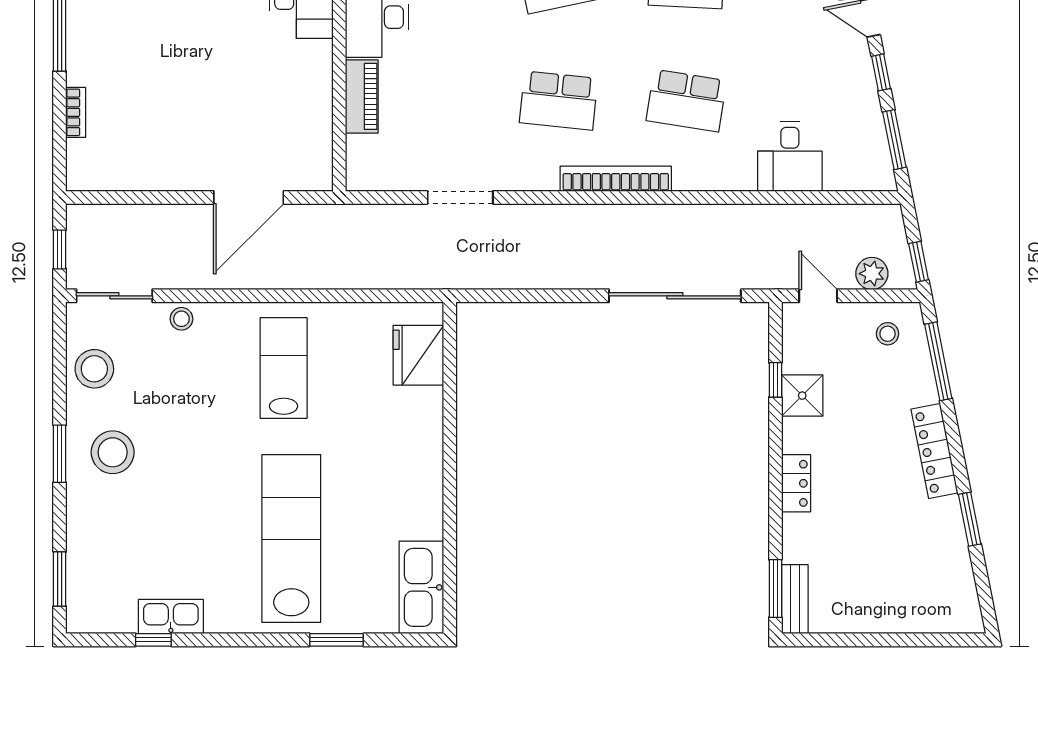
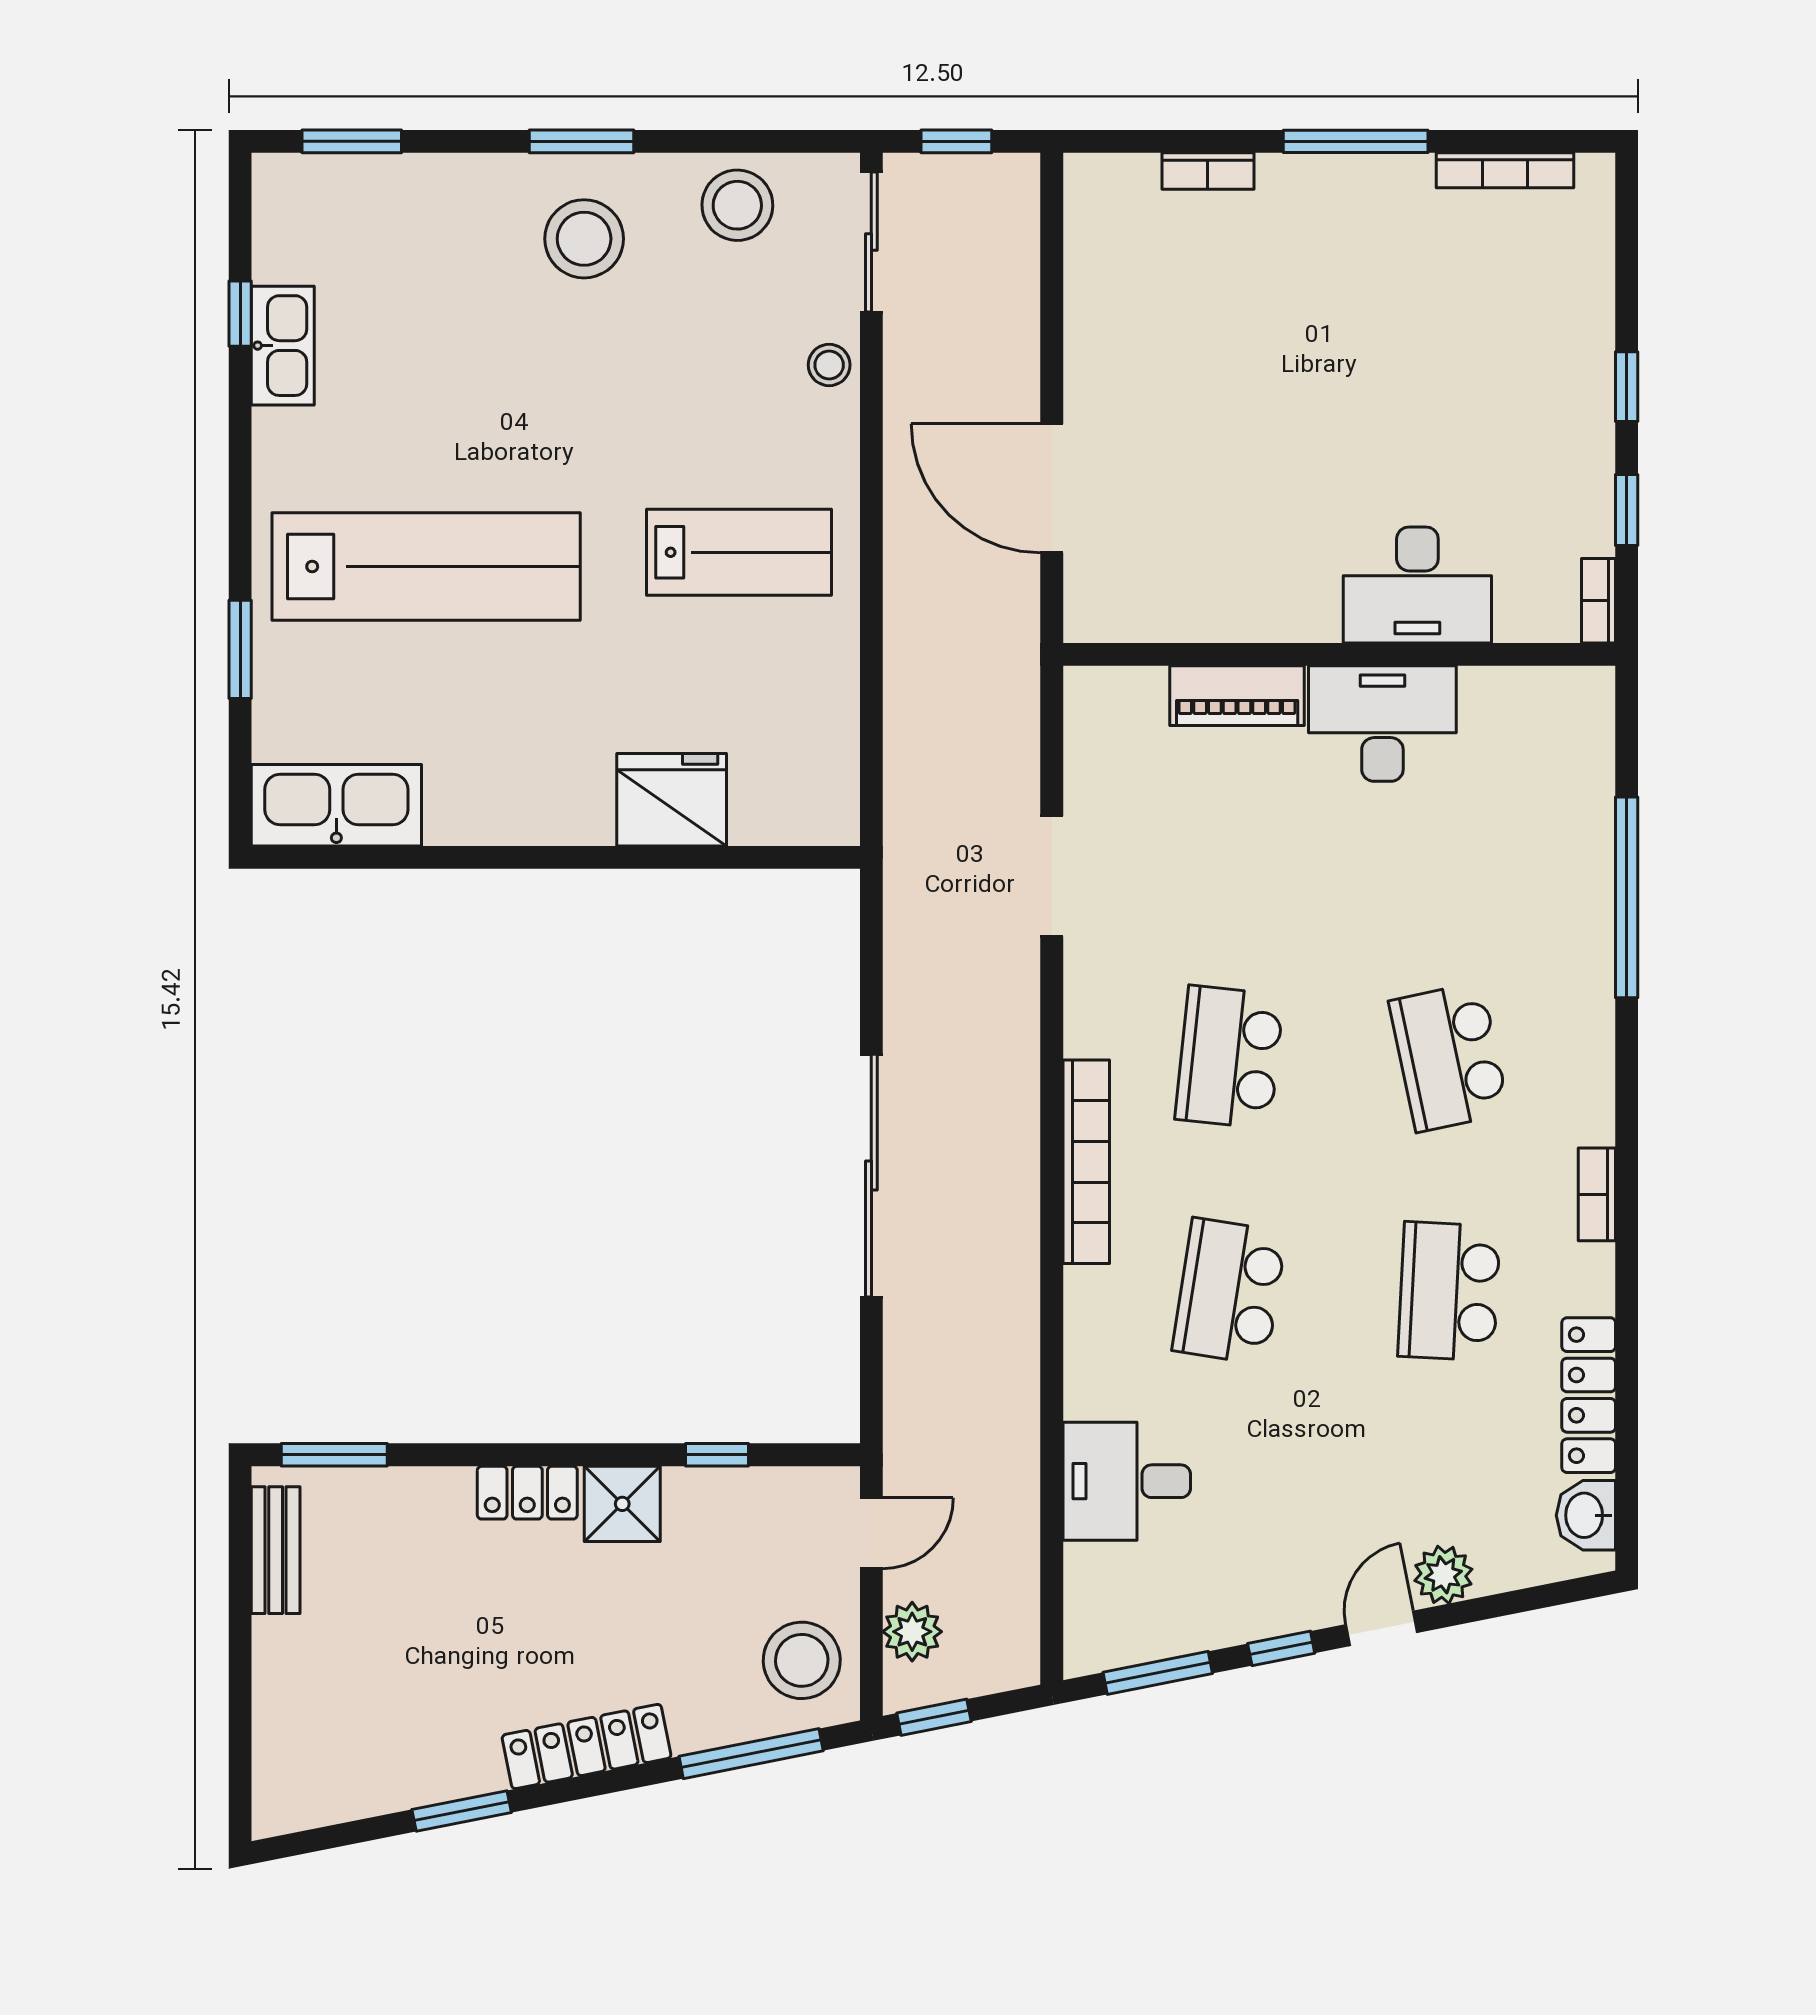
sliding door: (675, 296) -> (871, 1176), moved
stool: (888, 334) -> (802, 1660), width x1.89, depth x1.89
fridge: (418, 355) -> (672, 800), moved
shower: (802, 396) -> (622, 1504), moved
bench: (795, 599) -> (276, 1550), moved, turned 90

